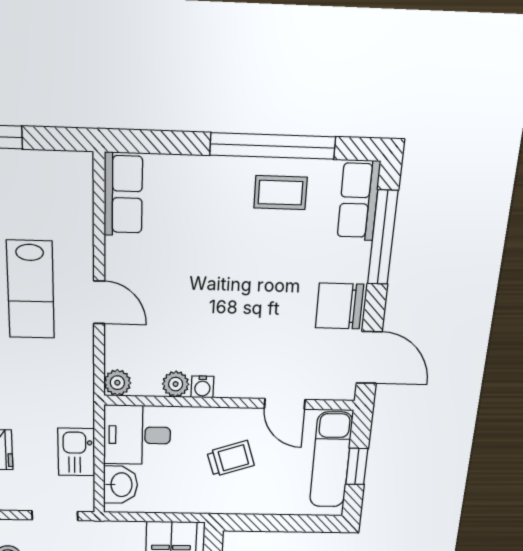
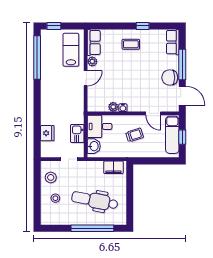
window: (273, 146) -> (143, 26), width x0.32
coffee table: (280, 193) -> (131, 44), moved
window: (383, 238) -> (182, 64), moved
lab bench: (31, 290) -> (71, 50), moved, turned 180
door: (99, 302) -> (86, 78), hinge flipped
plant: (117, 383) -> (92, 61), moved

